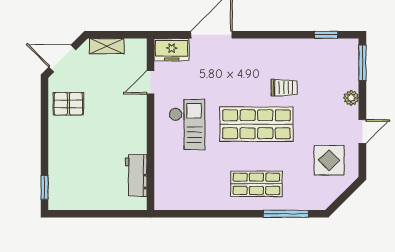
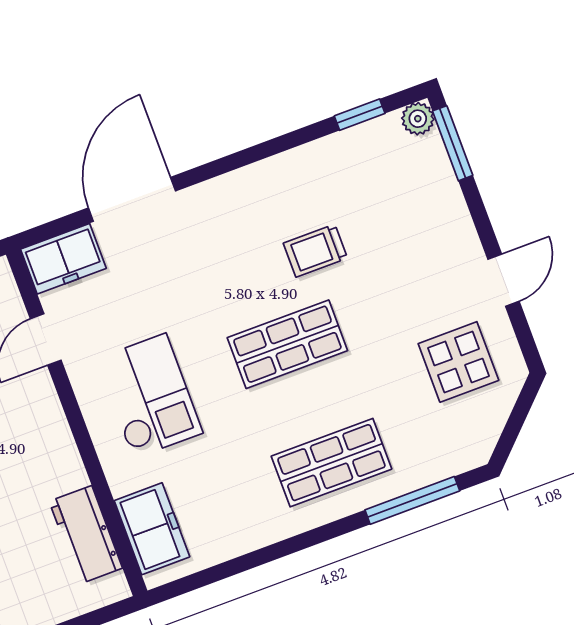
trolley: (284, 88) -> (315, 251), turned 180
plant: (351, 98) -> (418, 119), moved
shop shelf: (256, 124) -> (287, 344), width x0.70, depth x0.74
freezer: (166, 184) -> (152, 529), added

